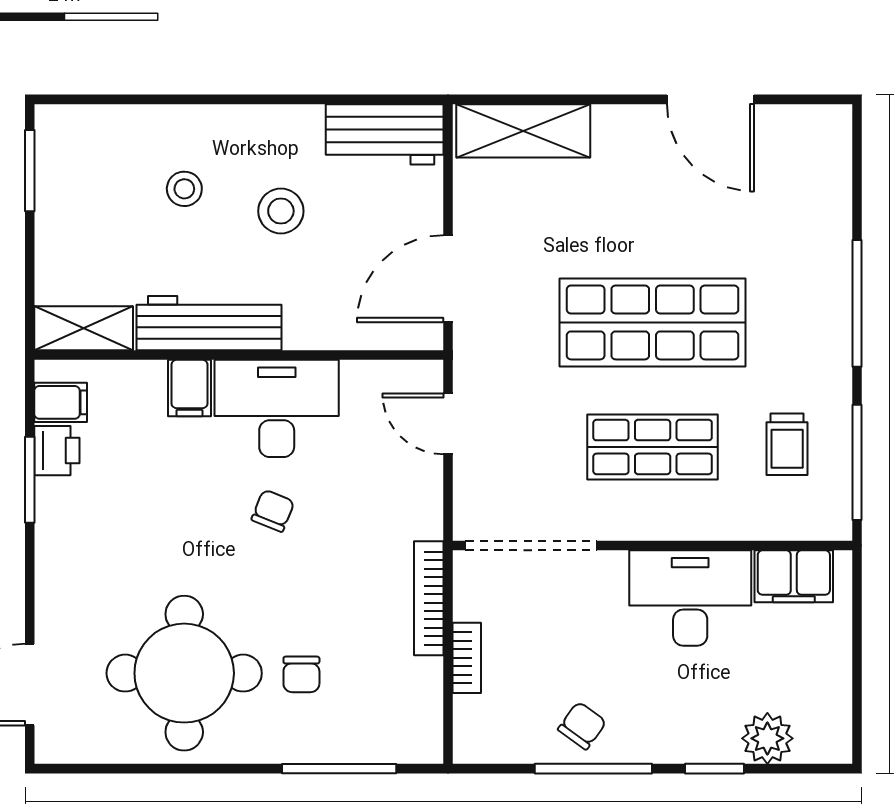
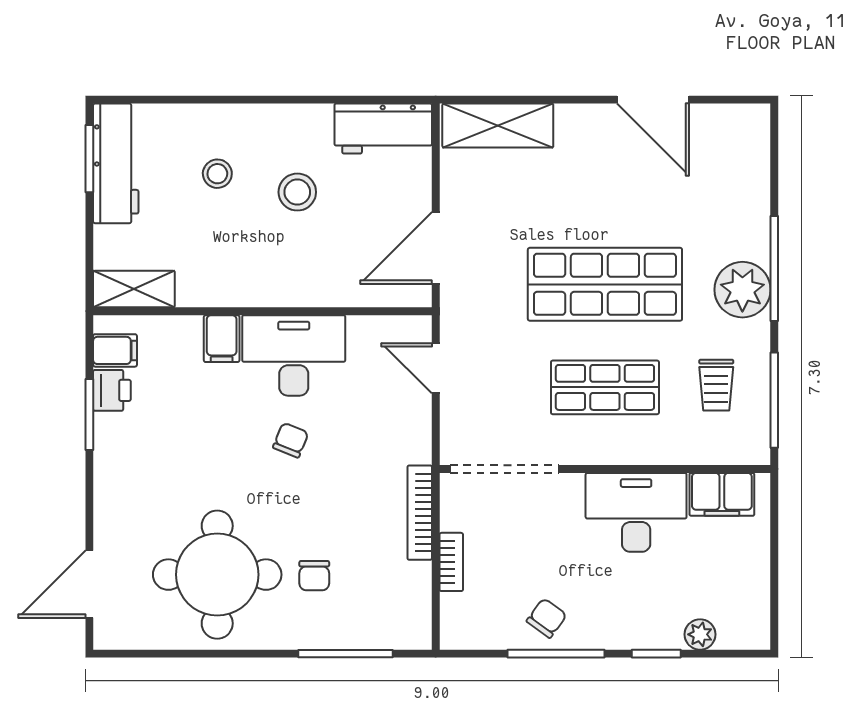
workbench: (209, 323) -> (116, 163), moved, turned 90
plant: (819, 329) -> (742, 290), added
plant: (767, 738) -> (700, 634), width x0.73, depth x0.73

